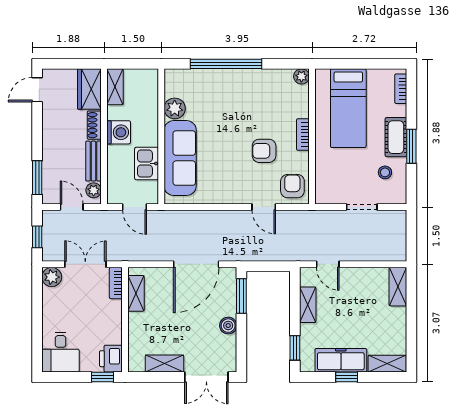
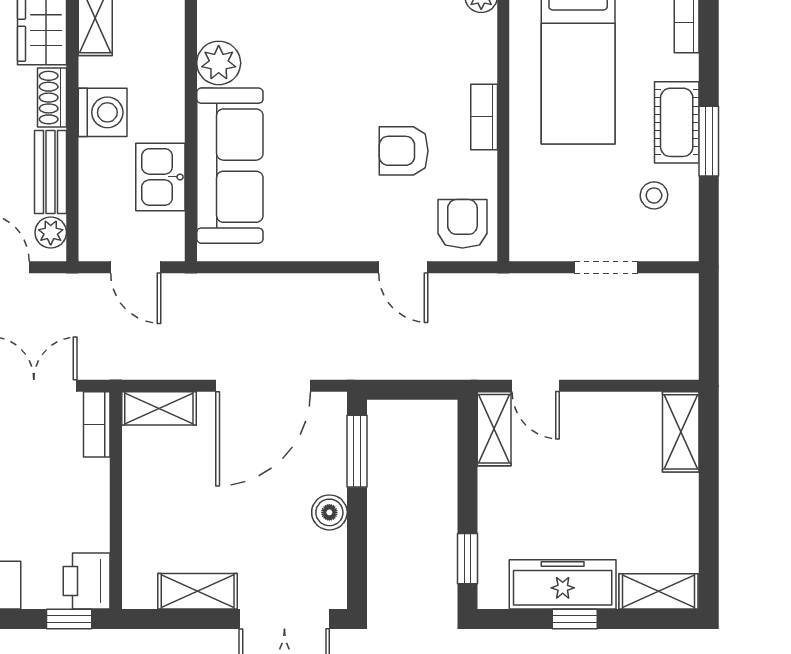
shelving: (136, 293) -> (159, 408), moved, turned 90
shelving: (308, 305) -> (494, 429), moved

